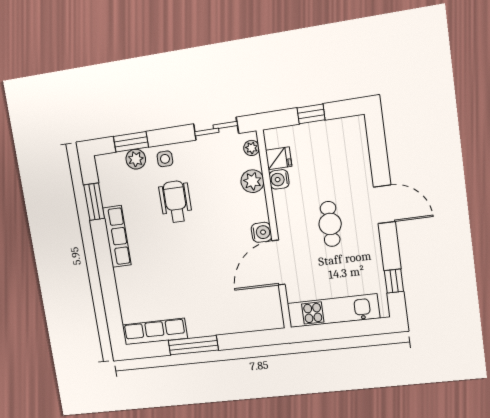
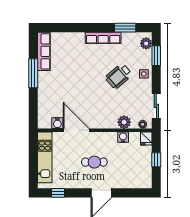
fridge: (279, 158) -> (146, 139), moved
plant: (136, 159) -> (146, 43), moved
wheelchair: (176, 202) -> (119, 76), turned 139
water cooler: (262, 232) -> (57, 123), moved

